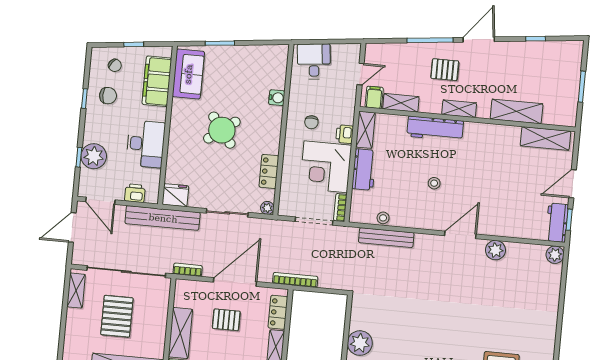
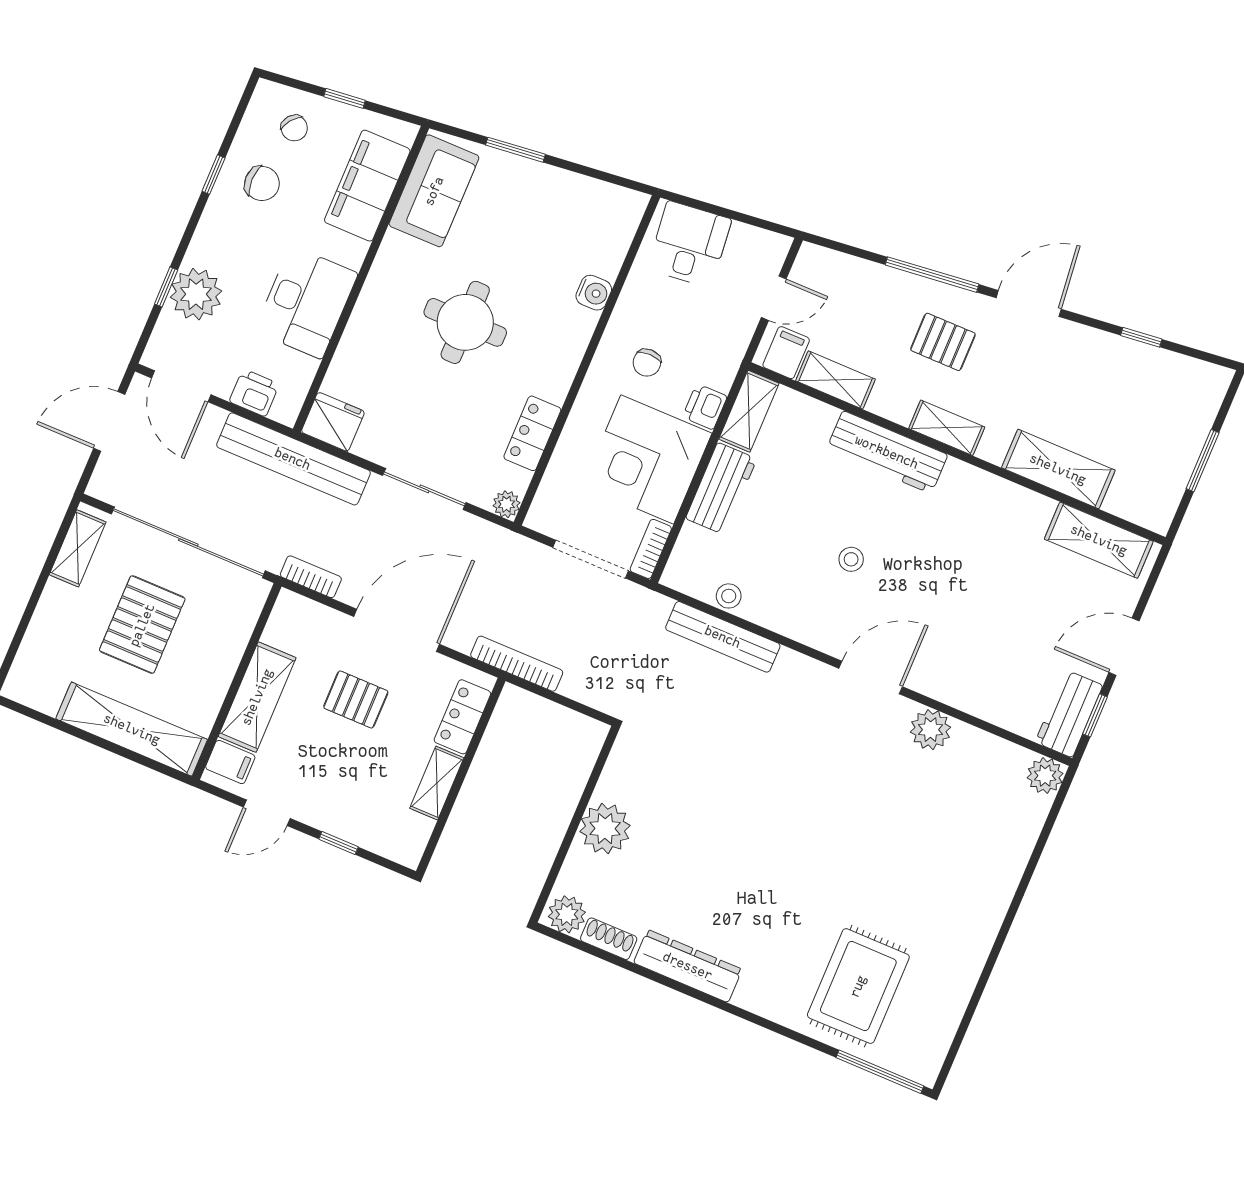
round table: (222, 130) -> (465, 322), turned 37

